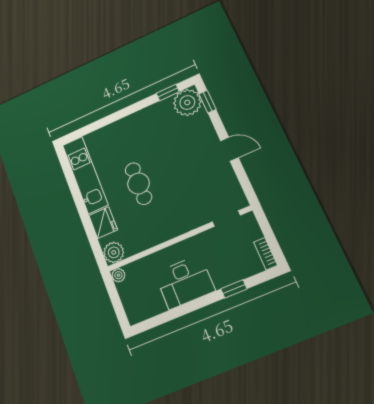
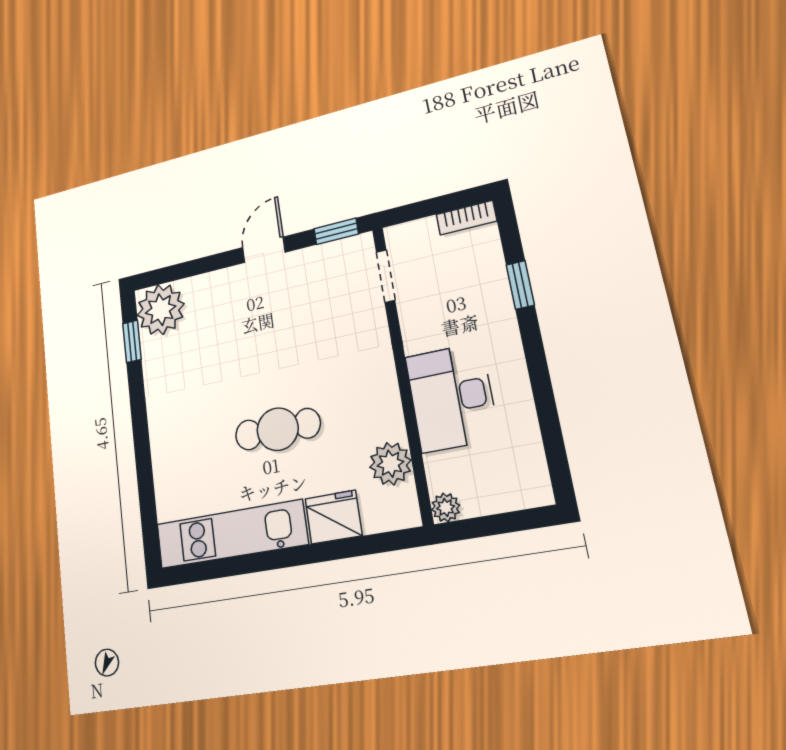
window: (208, 102) -> (336, 231), moved
plant: (114, 252) -> (390, 464), moved
desk: (185, 282) -> (452, 397), moved, turned 180

